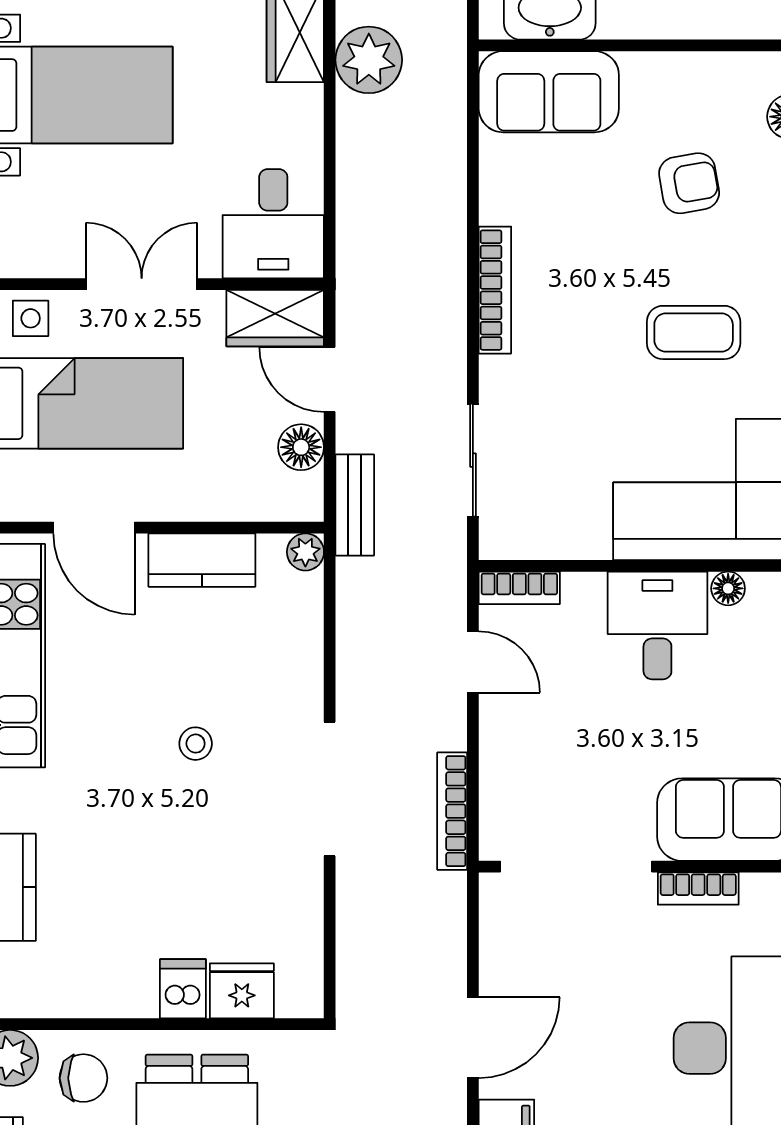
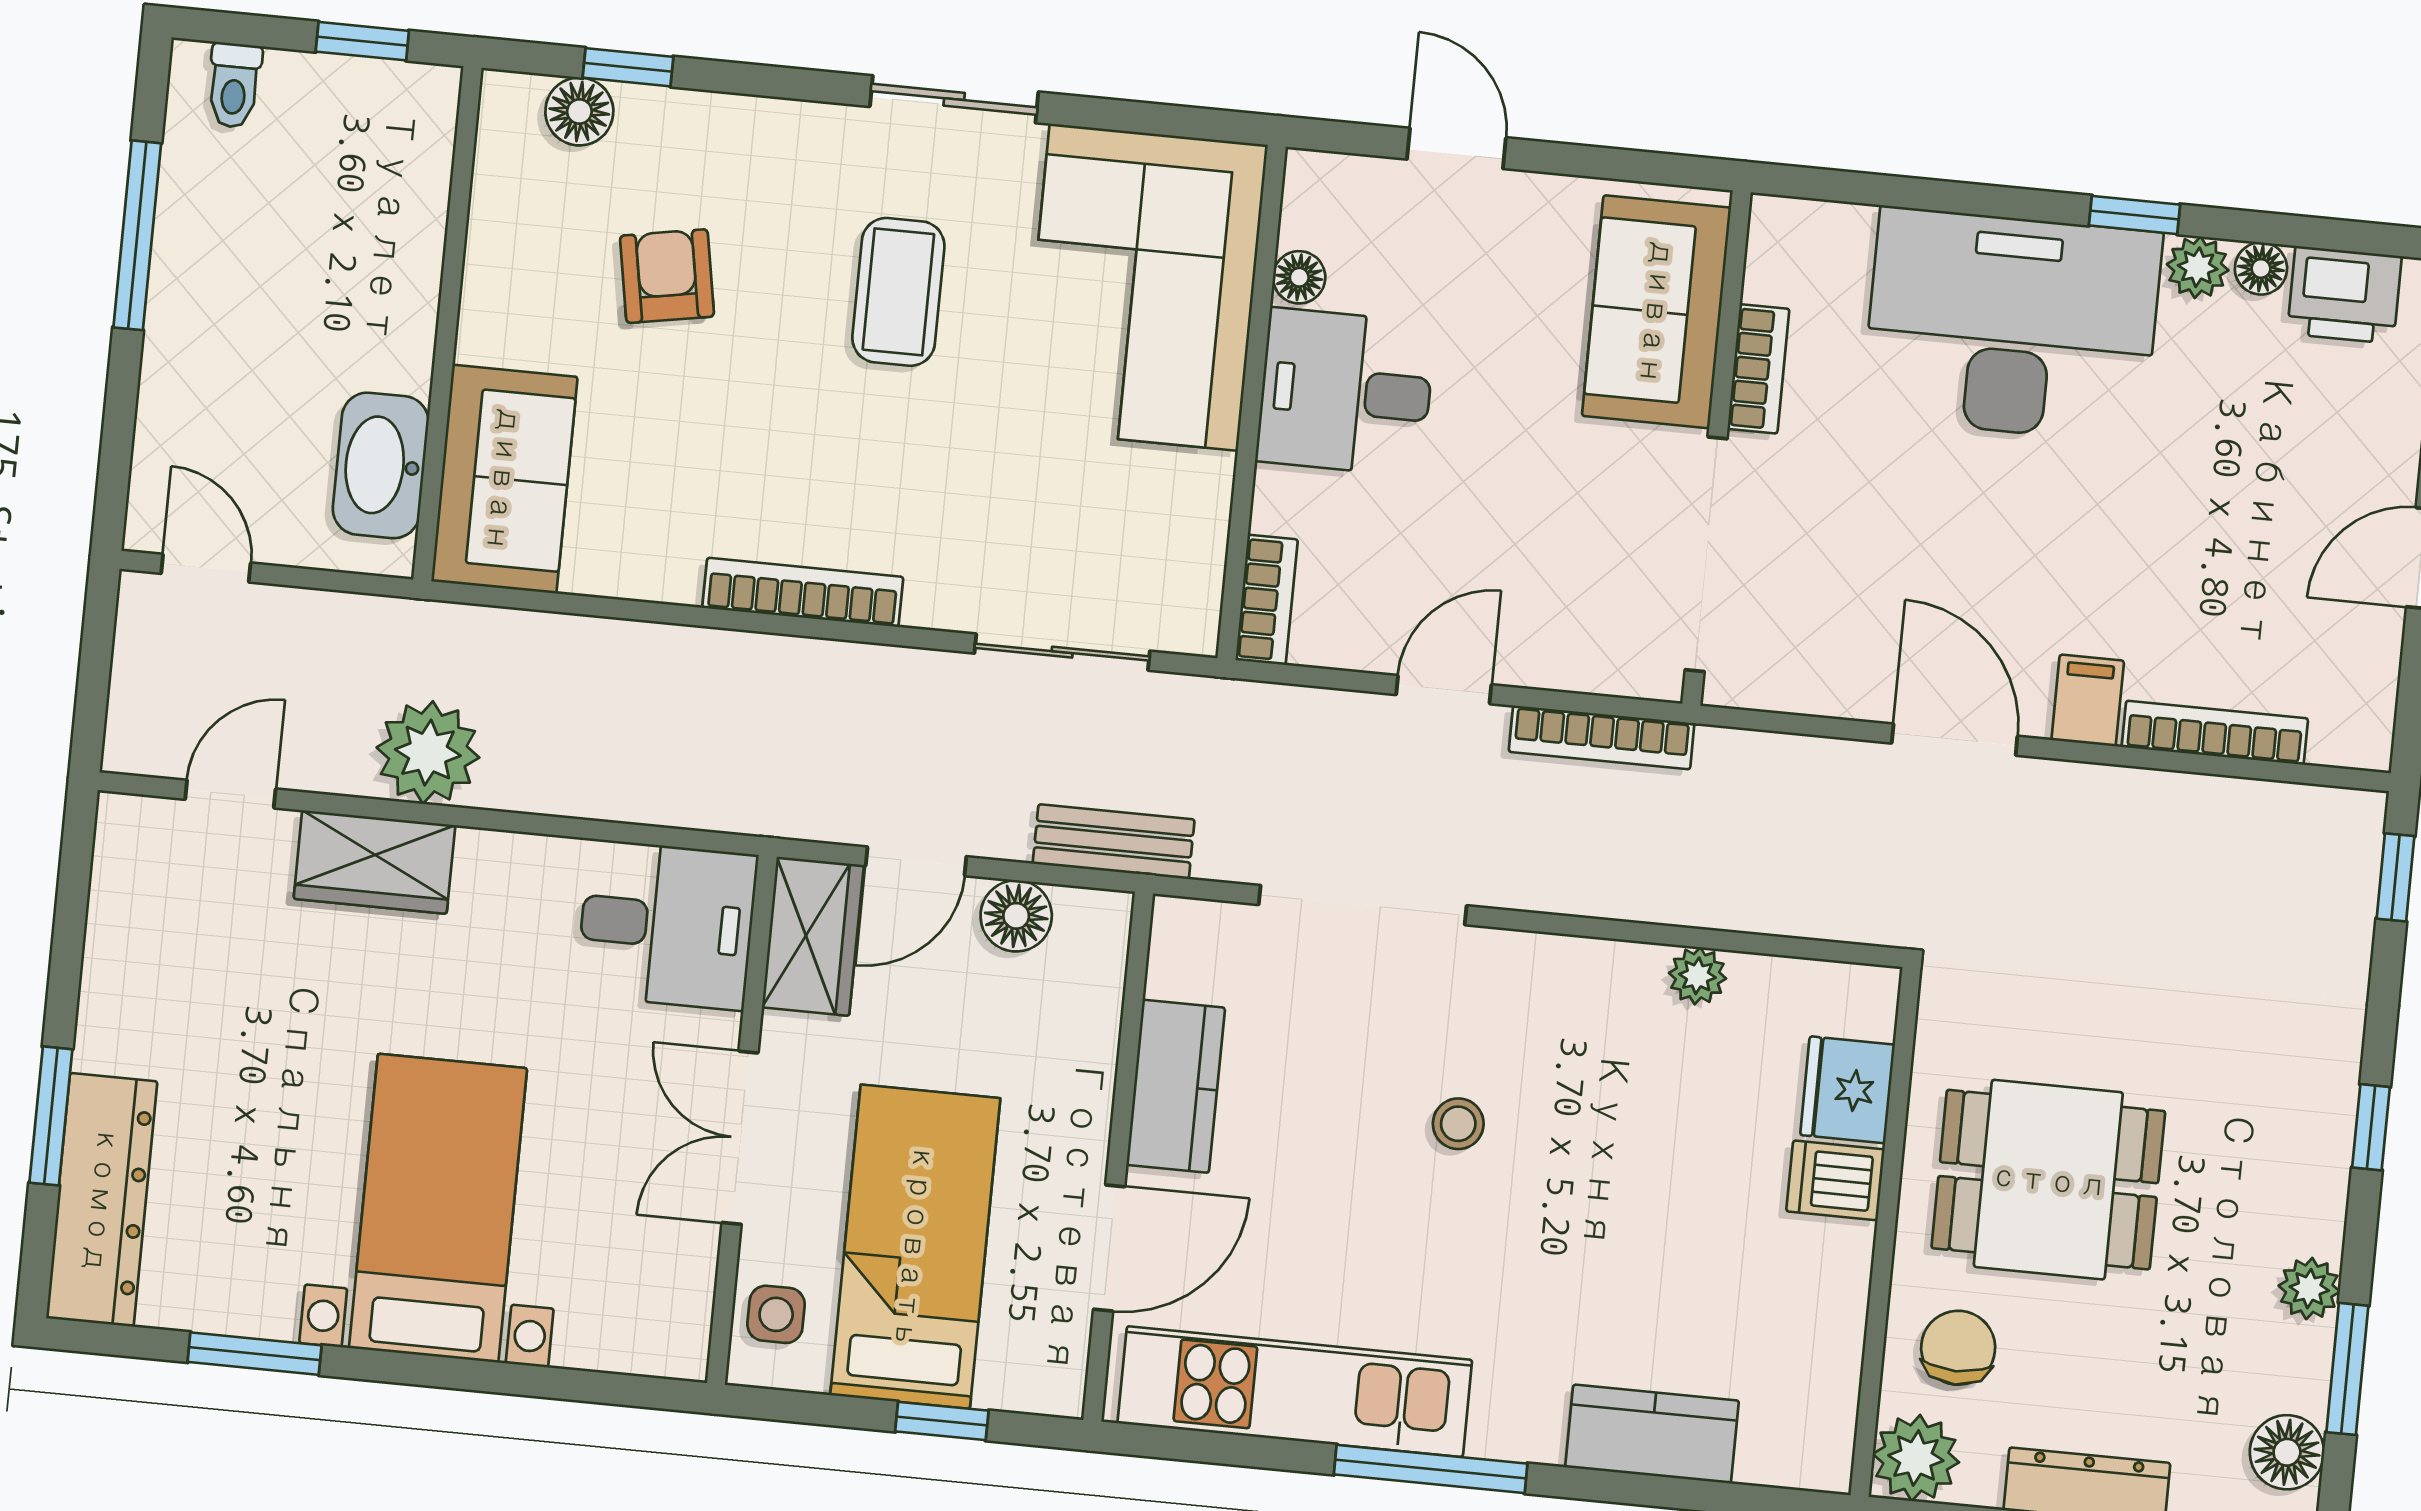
plant: (305, 552) -> (1697, 976), moved
door: (473, 662) -> (1444, 690), moved
doorway: (330, 789) -> (1363, 905), moved

